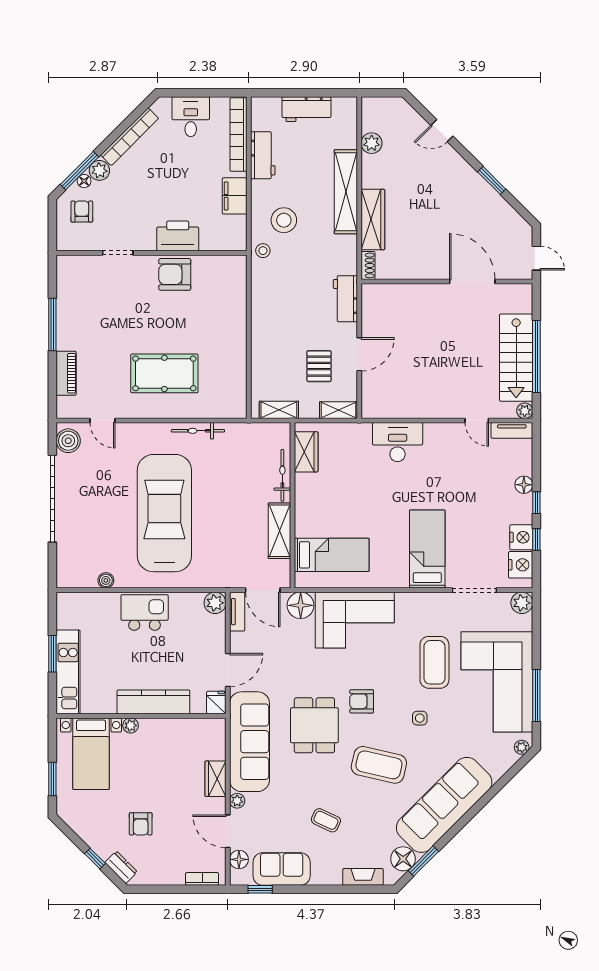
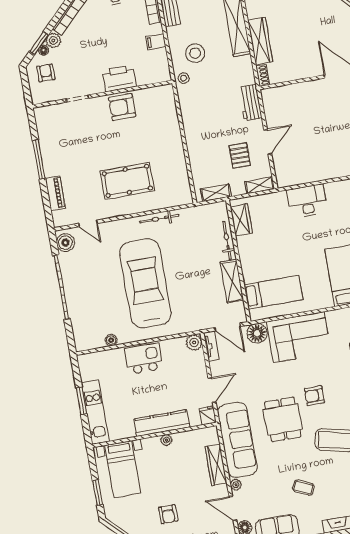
window: (79, 171) -> (39, 43), width x0.69
filing cabinet: (235, 196) -> (156, 42), width x0.50
plant: (131, 725) -> (166, 440), moved
wardrobe: (215, 779) -> (216, 465), width x1.50

